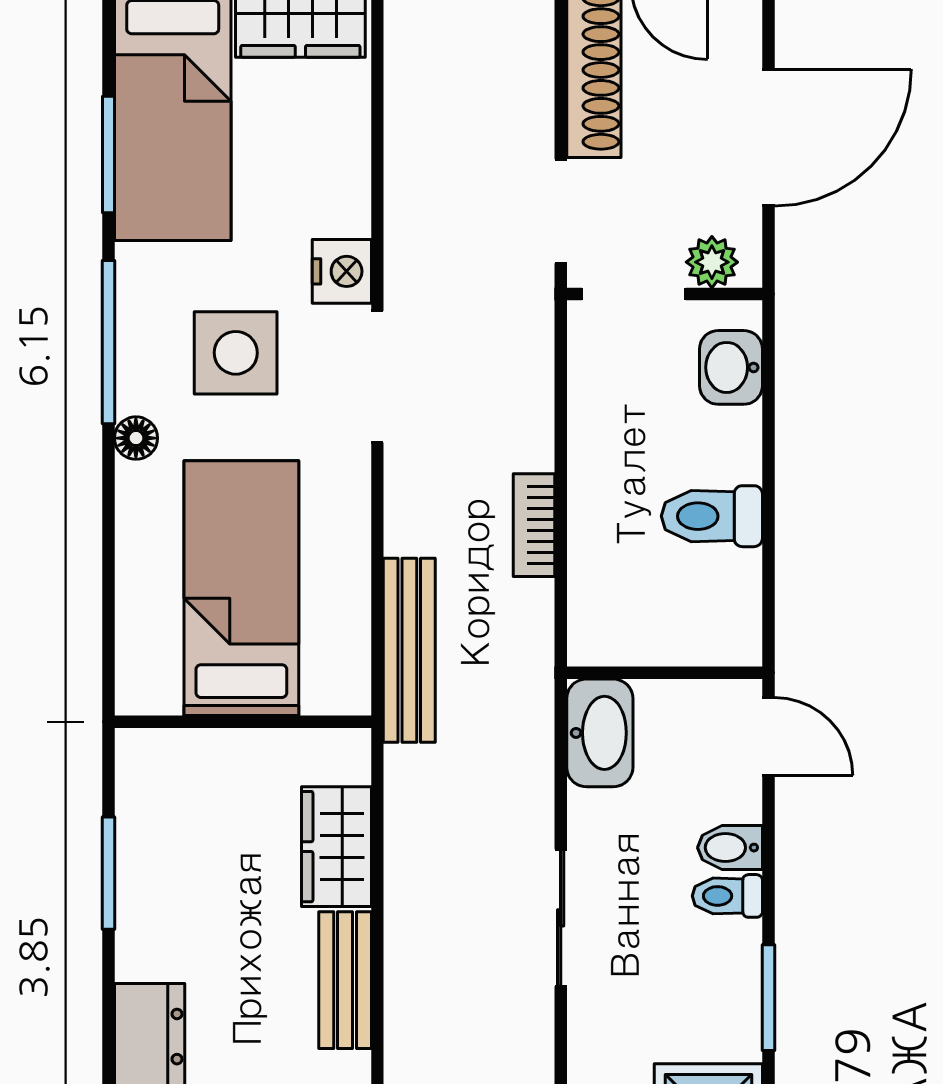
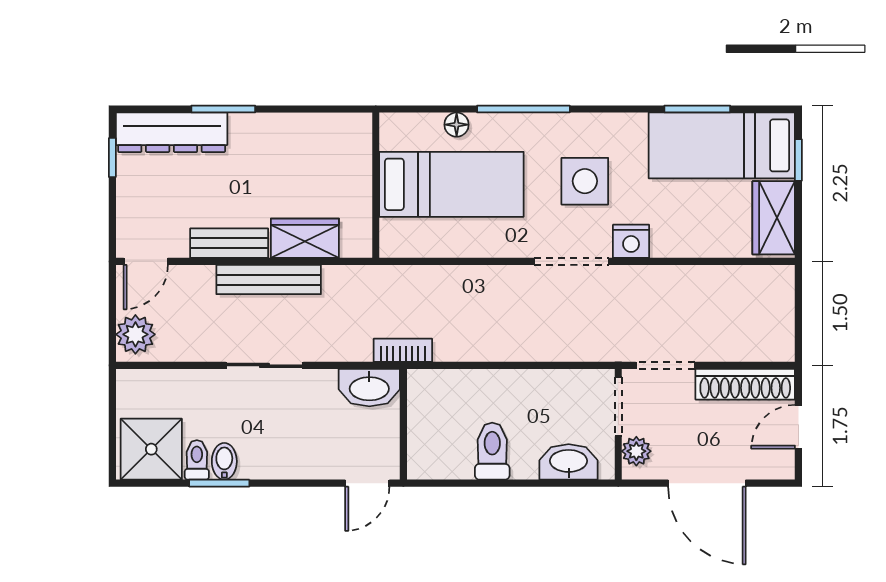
window: (109, 342) -> (523, 109), moved
washbasin: (731, 367) -> (569, 462), width x1.38
floor lamp: (136, 438) -> (457, 125), moved
bookcase: (534, 525) -> (403, 350), moved
bench: (409, 650) -> (269, 280), moved
bidet: (730, 848) -> (224, 461), moved
window: (109, 873) -> (223, 109), moved
toilet: (727, 896) -> (197, 460), moved

